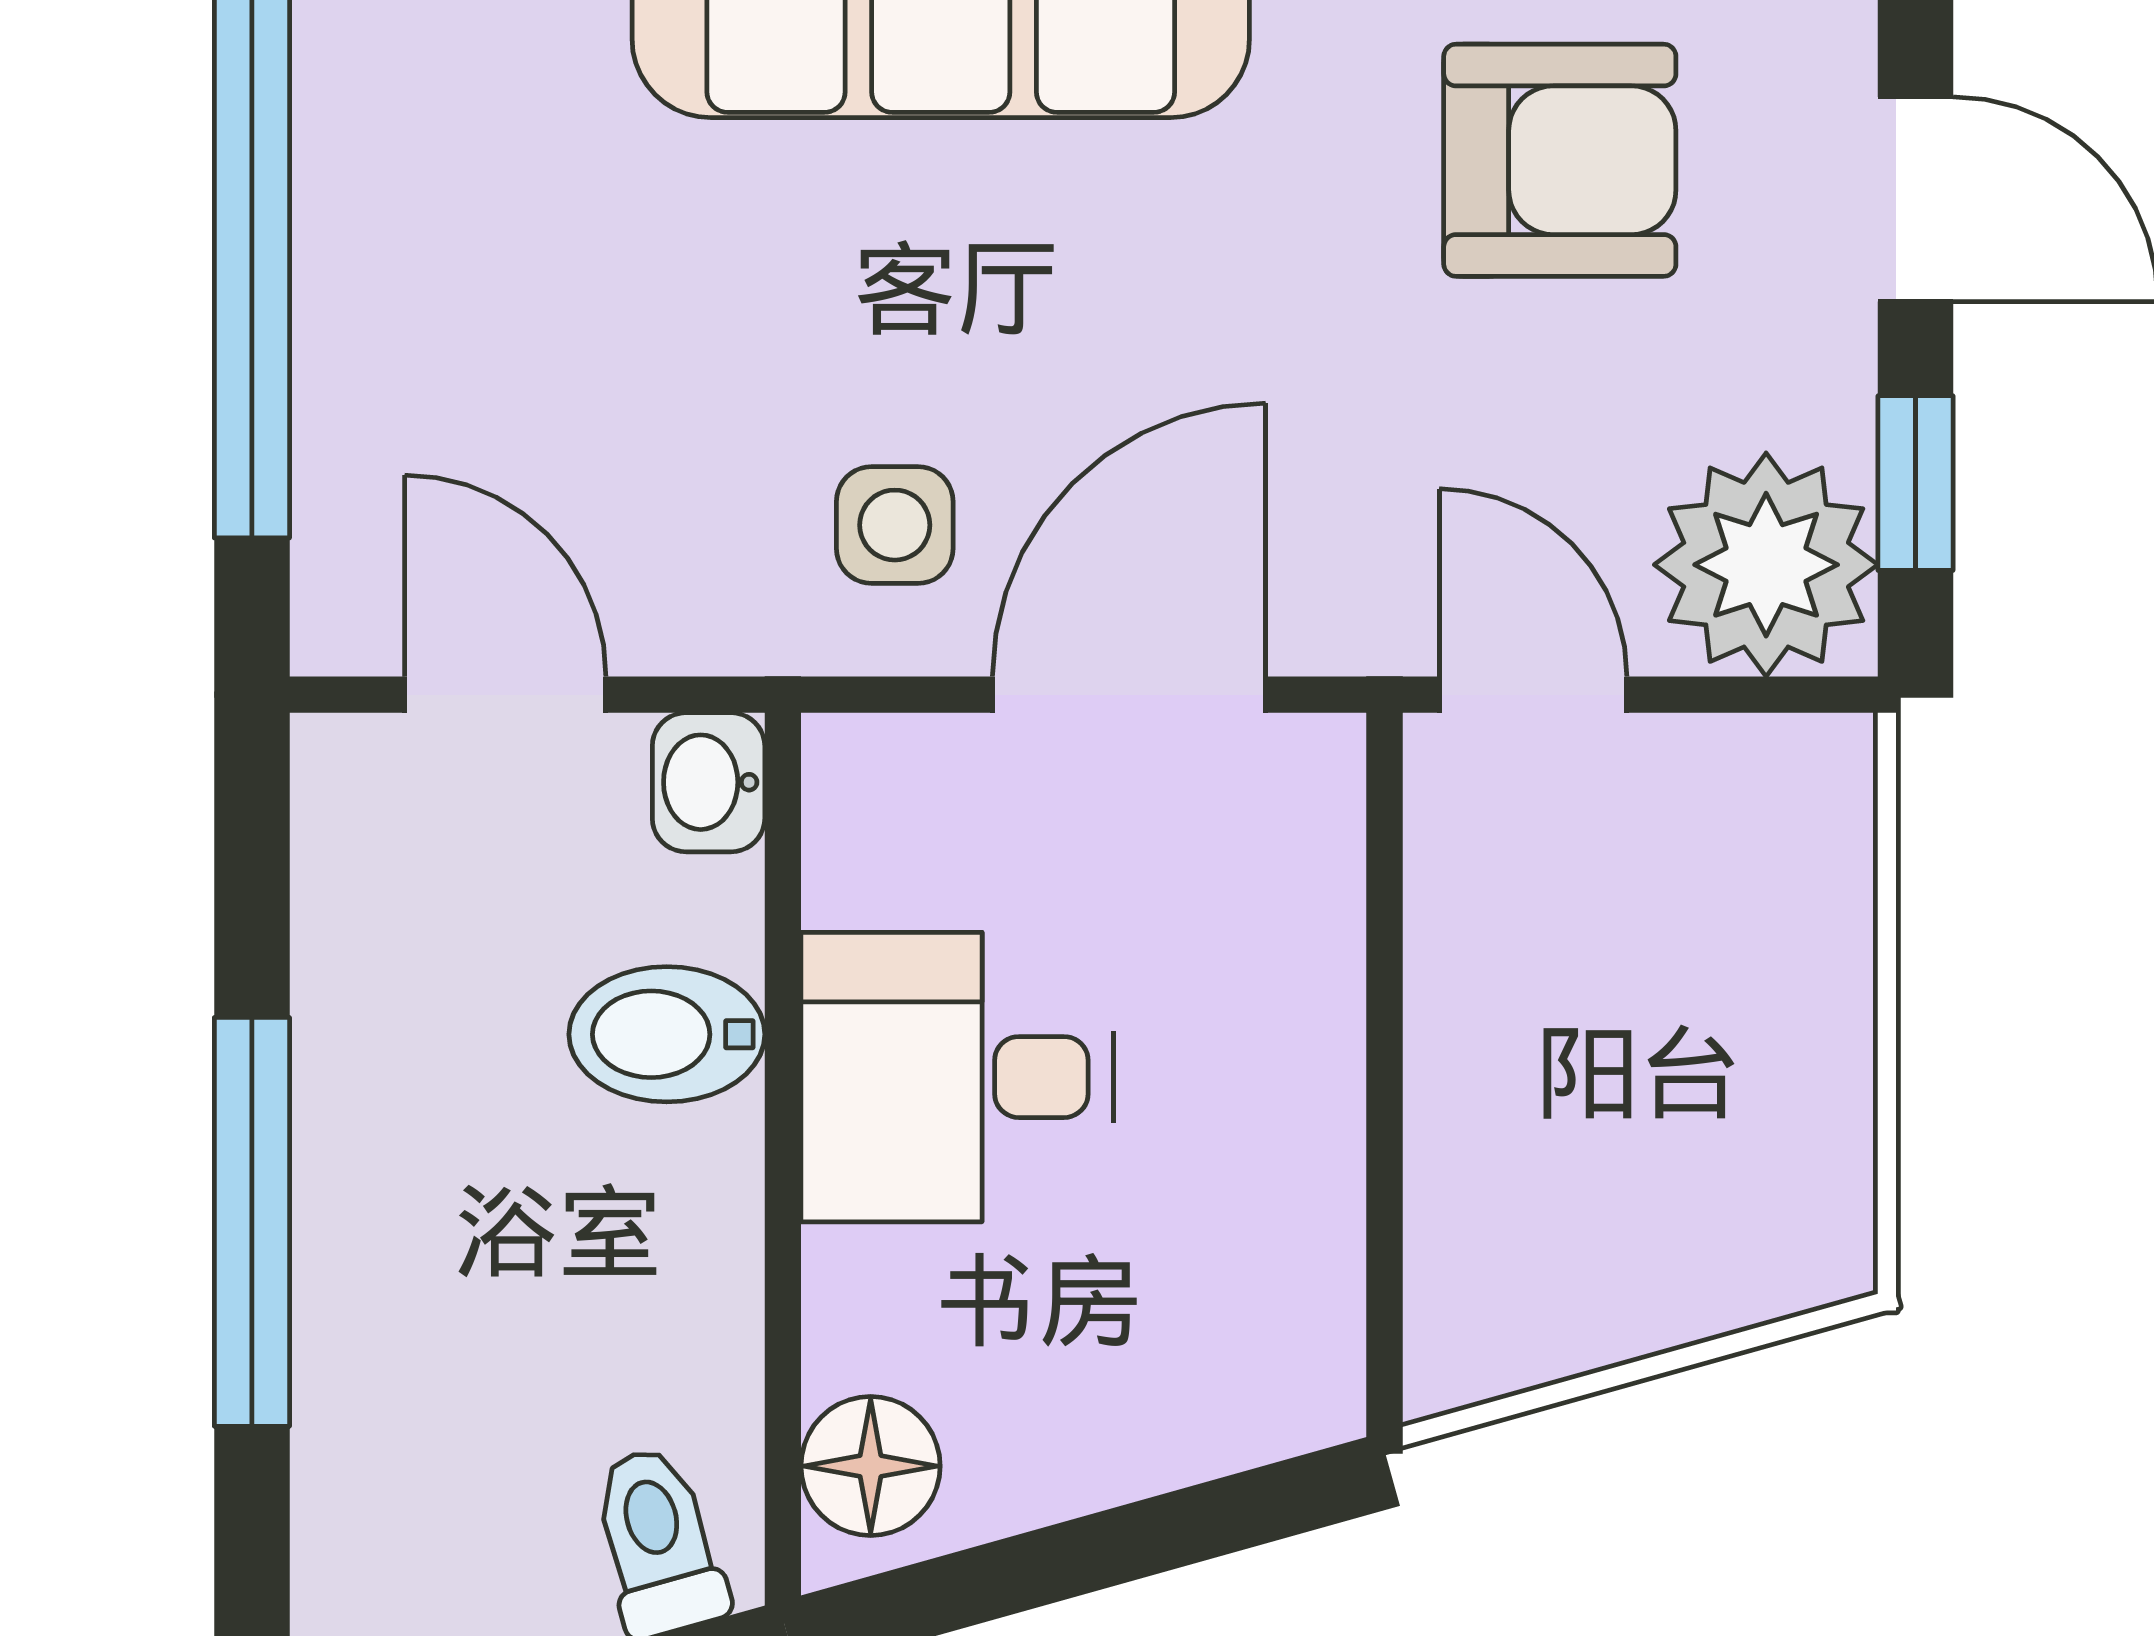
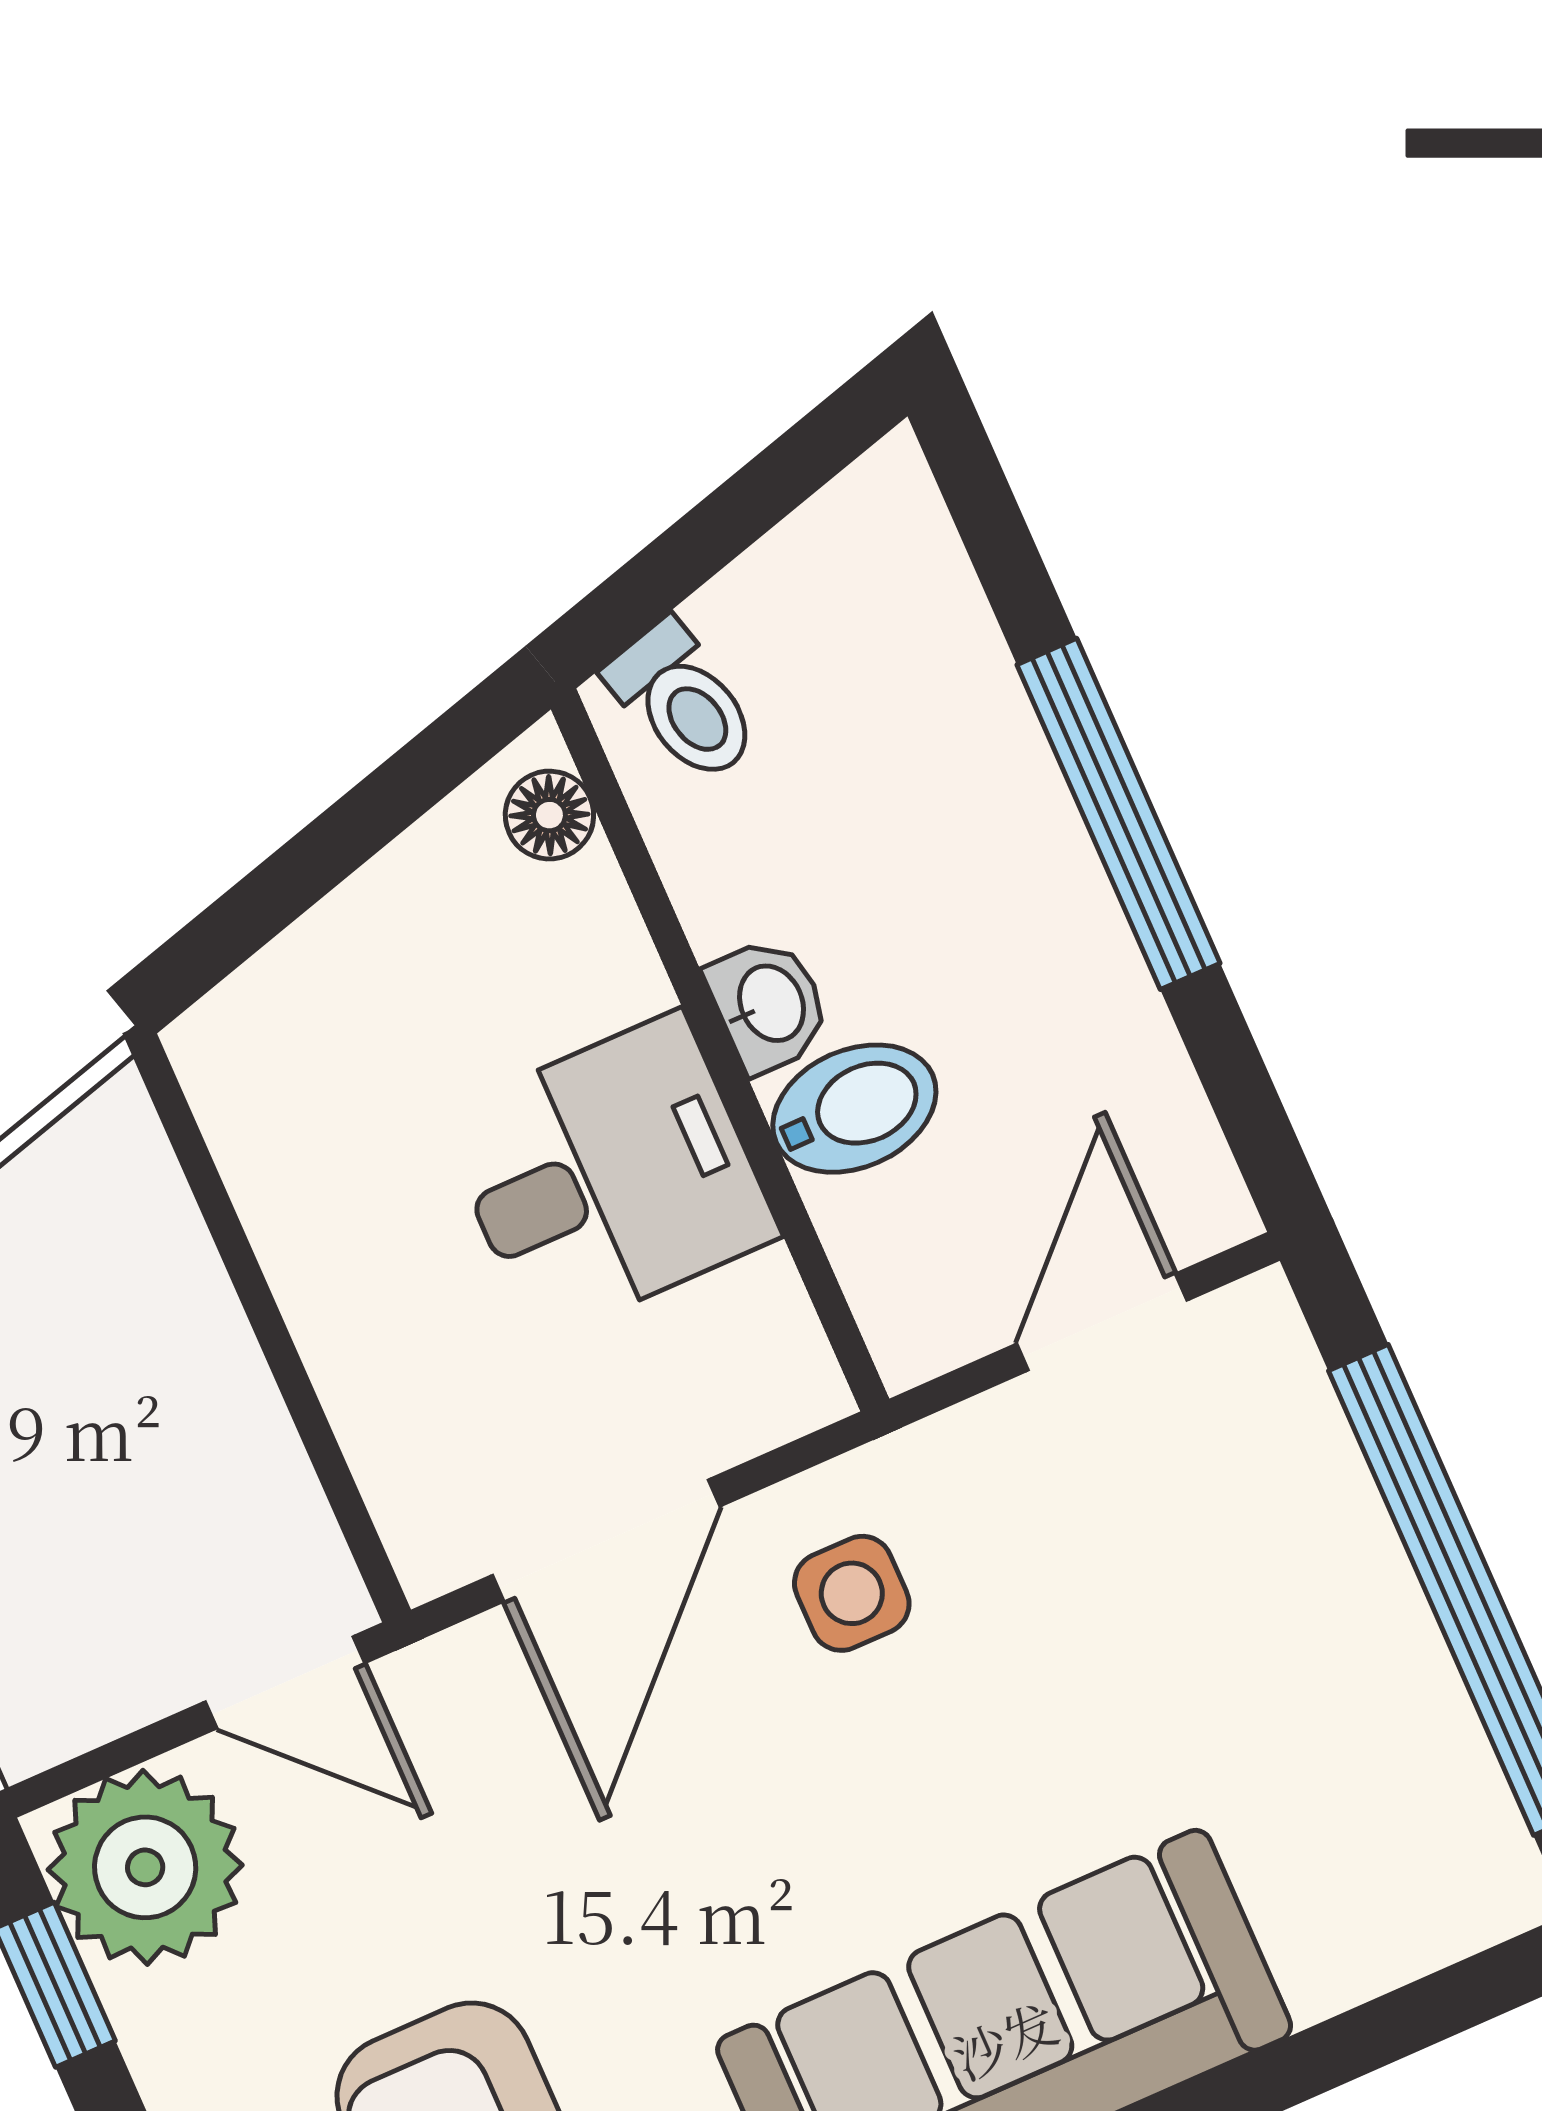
door: (505, 695) -> (1102, 1322), swing flipped
washbasin: (709, 782) -> (769, 1004), moved
floor lamp: (871, 1466) -> (549, 815), width x0.73, depth x0.73

